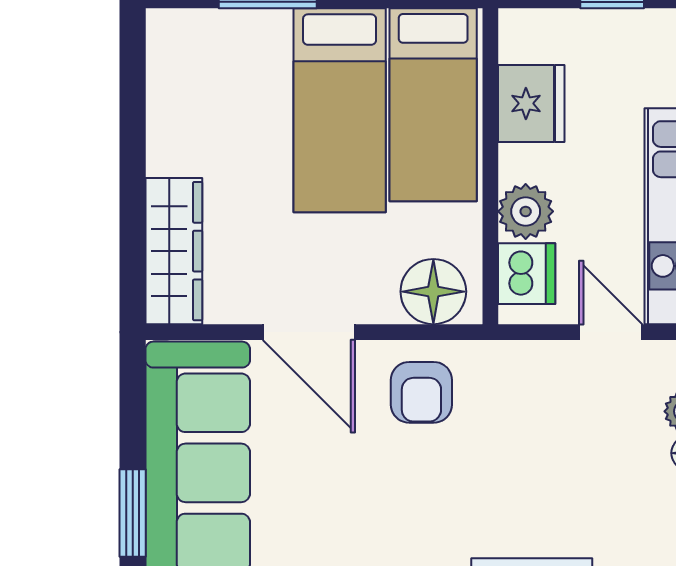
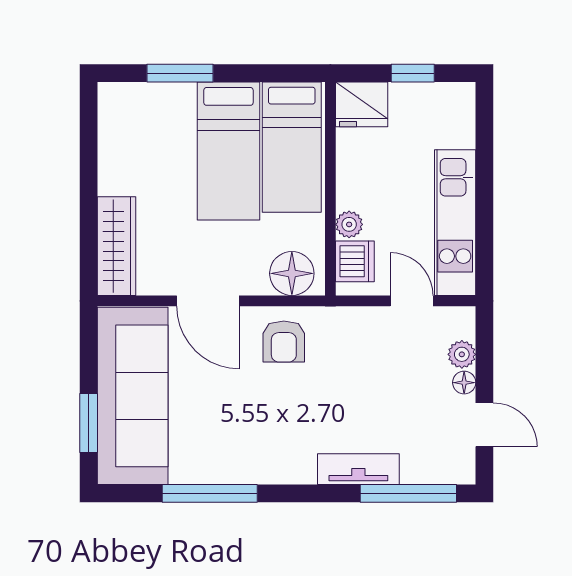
fridge: (531, 103) -> (362, 104), moved, turned 90
plant: (526, 211) -> (349, 224), width x0.73, depth x0.73

